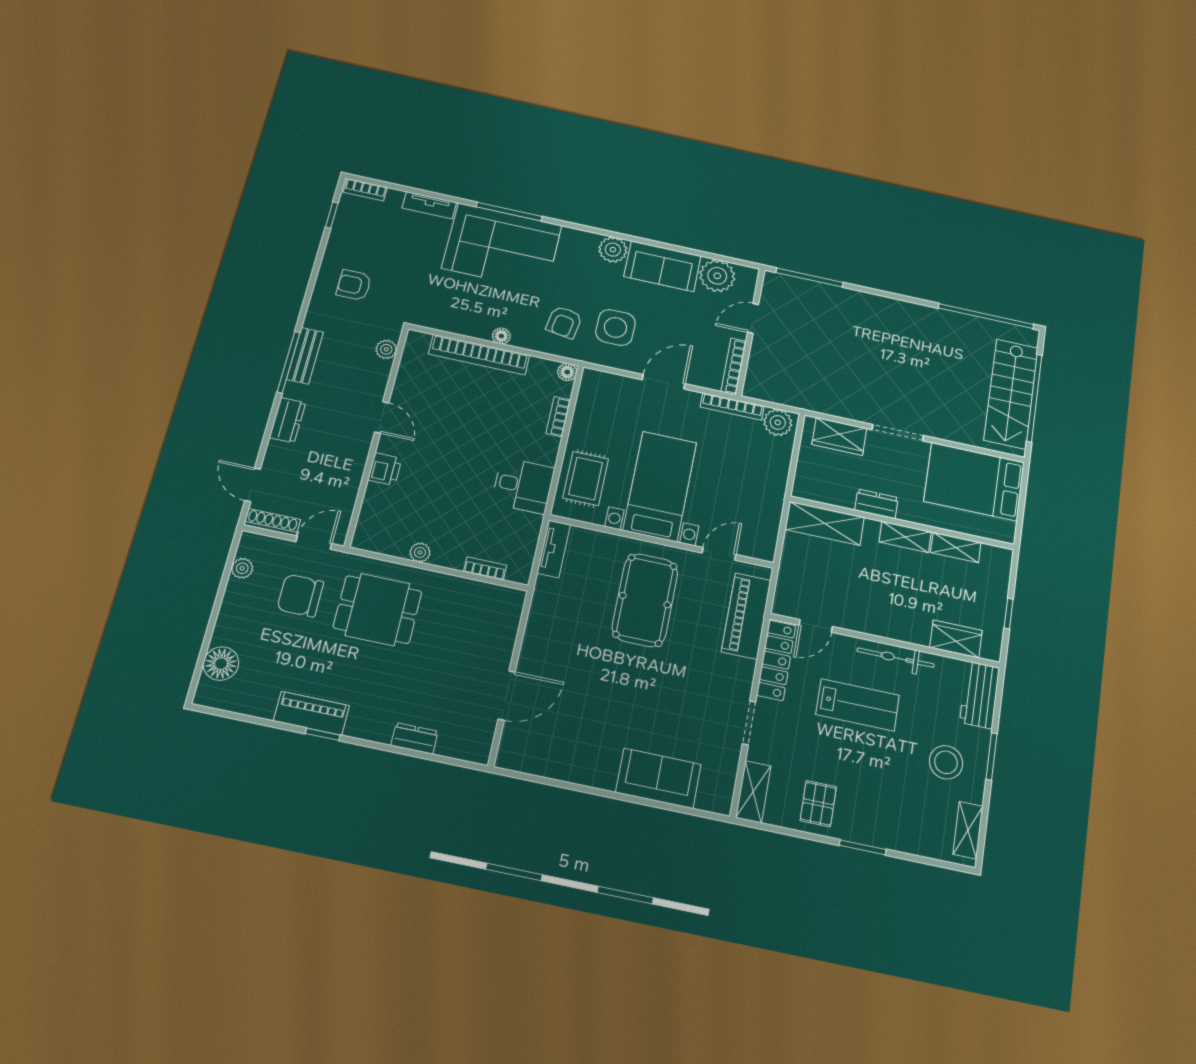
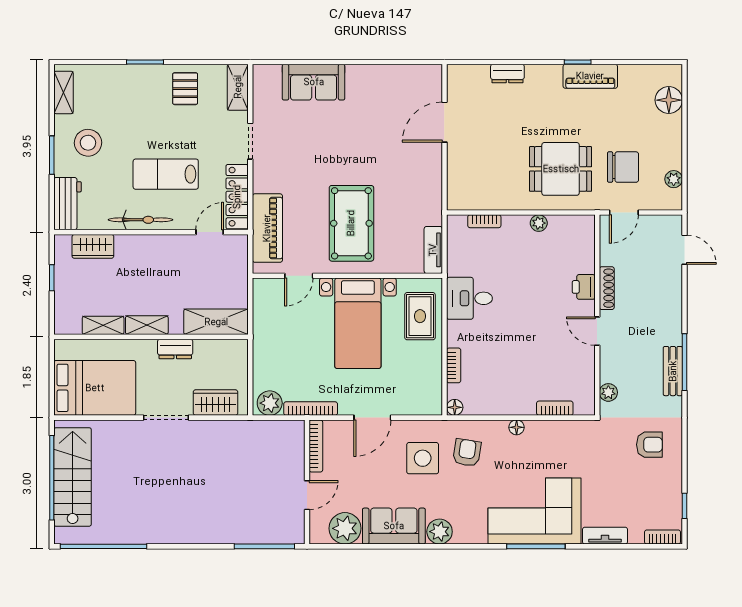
bookcase: (479, 355) -> (555, 408), width x0.43, depth x0.76
dresser: (287, 420) -> (672, 311), removed
shoe rack: (272, 522) -> (607, 288), moved, turned -90

